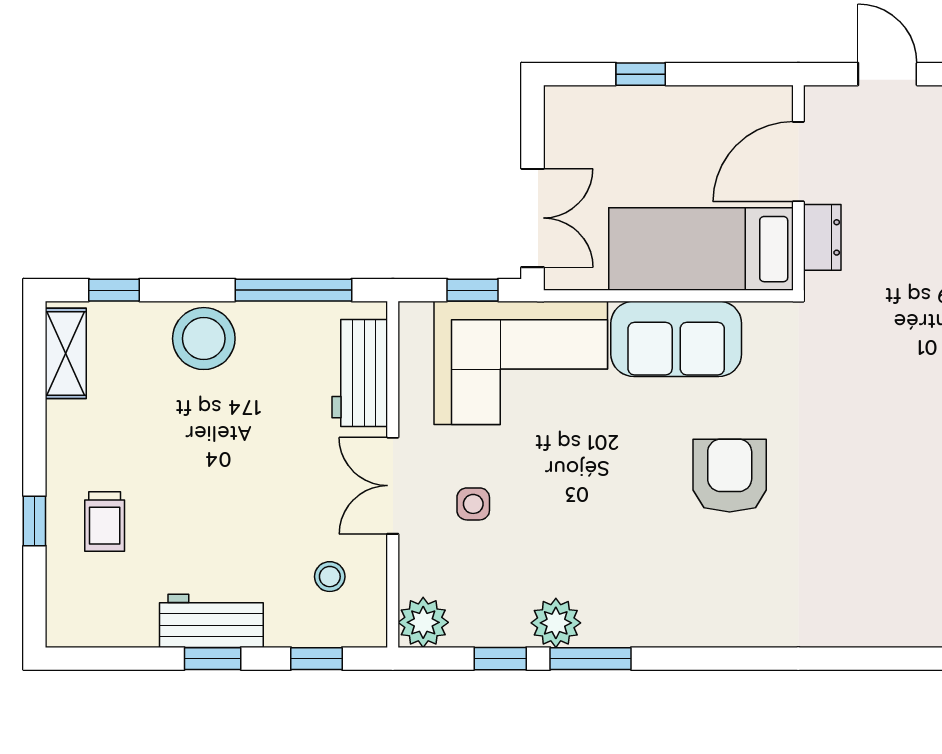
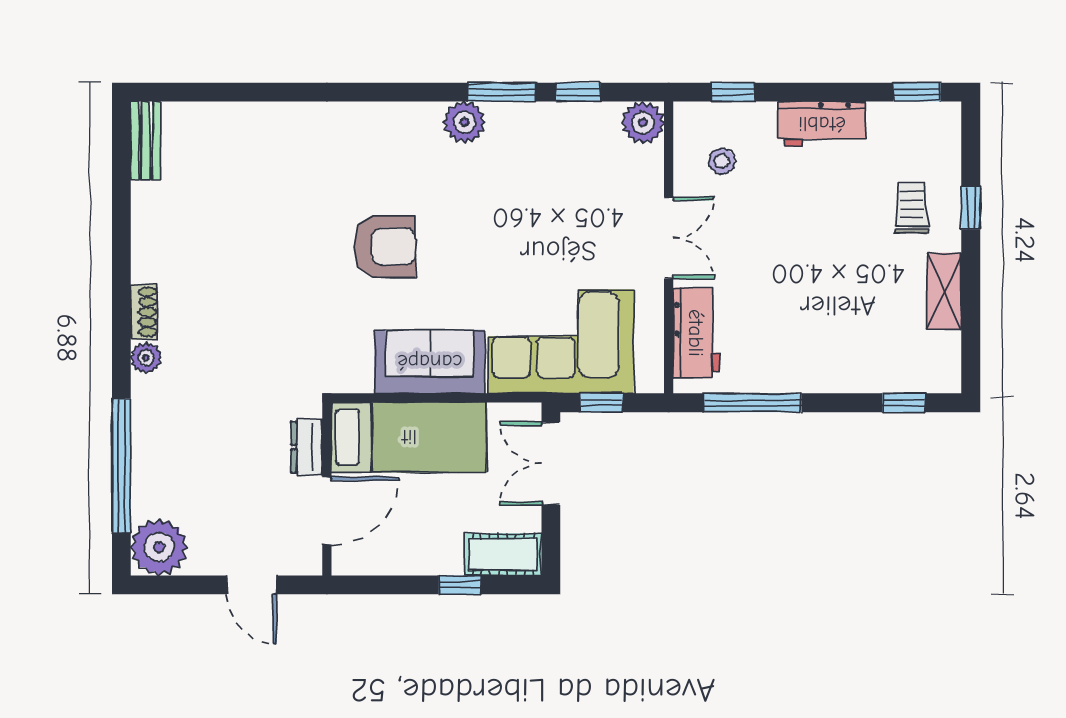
cot: (589, 110) -> (503, 554), added
stool: (204, 339) -> (828, 362), removed
shelving: (66, 353) -> (944, 291), moved
armchair: (730, 476) -> (385, 246), turned -90
side table: (473, 504) -> (601, 222), removed
plant: (556, 623) -> (464, 122), moved
window: (213, 659) -> (917, 92), moved

